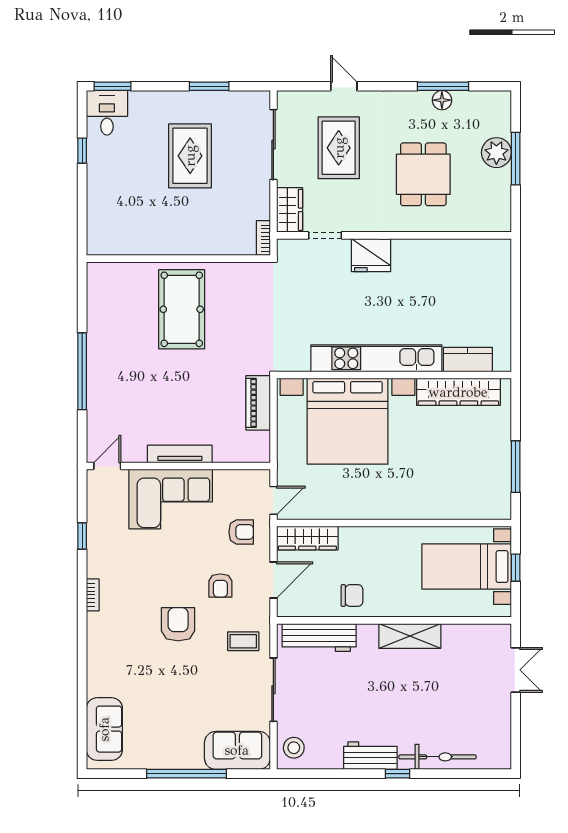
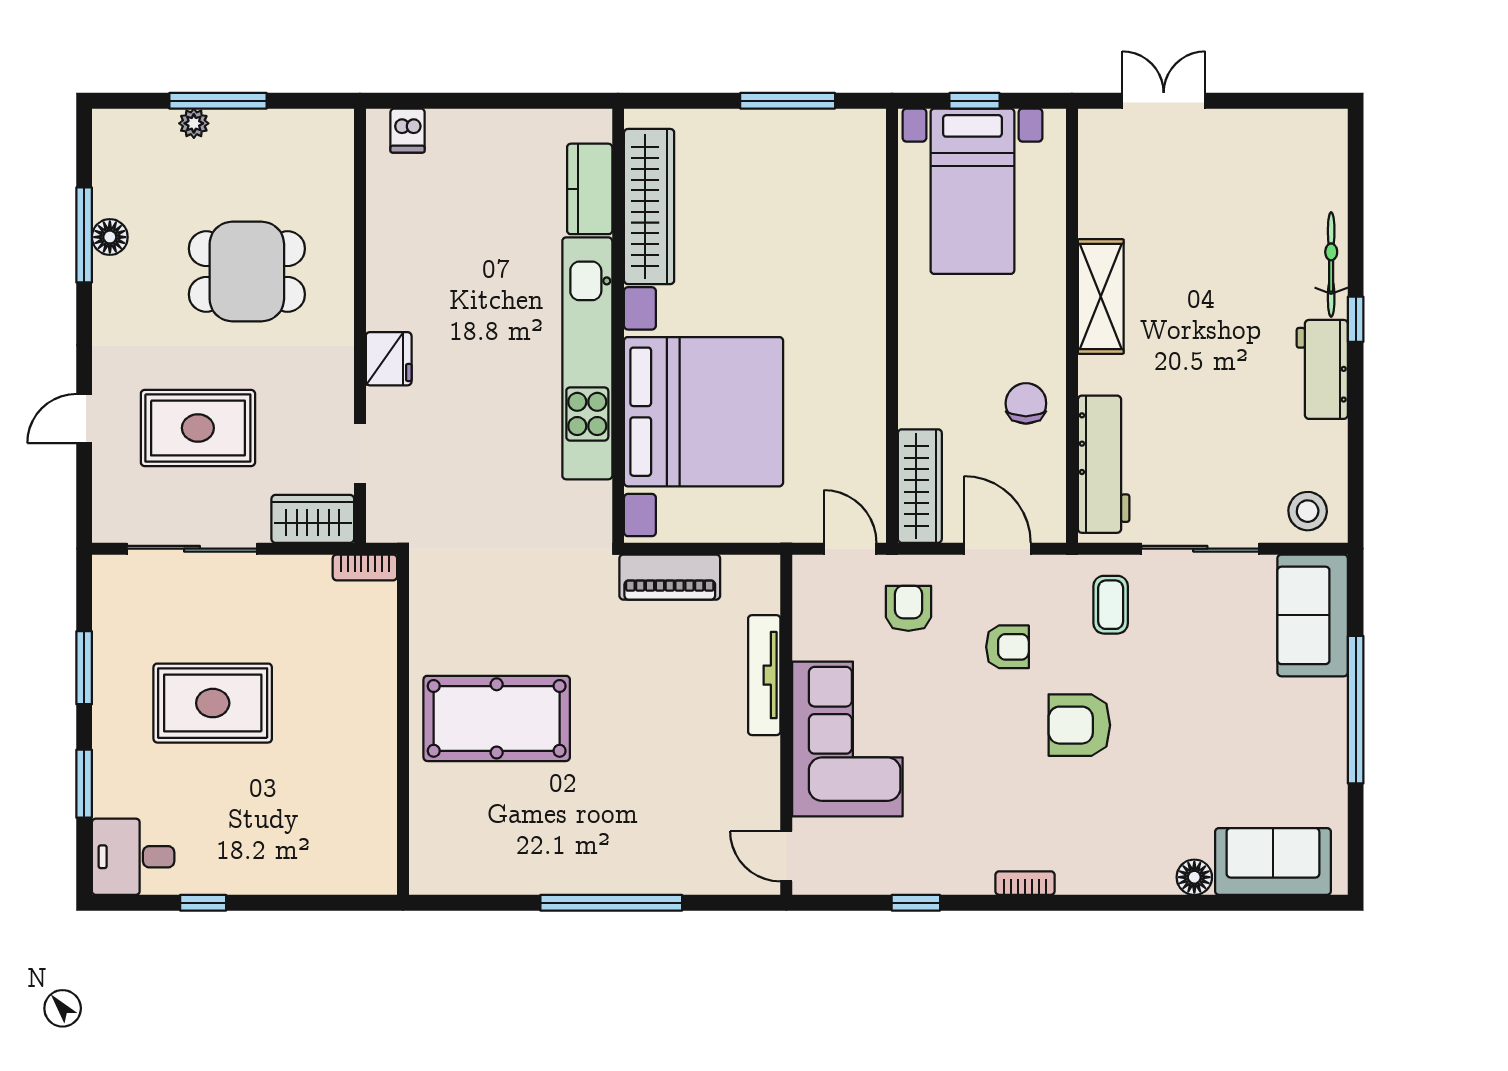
window: (112, 86) -> (84, 784), moved
plant: (496, 153) -> (194, 123), width x0.53, depth x0.53
fridge: (371, 255) -> (389, 359), width x0.73, depth x0.75
dishwasher: (499, 261) -> (408, 131), added
tv unit: (180, 454) -> (764, 675), moved
floor lamp: (96, 686) -> (1194, 877), added
bicycle: (437, 757) -> (1331, 265), width x0.73, depth x0.71

